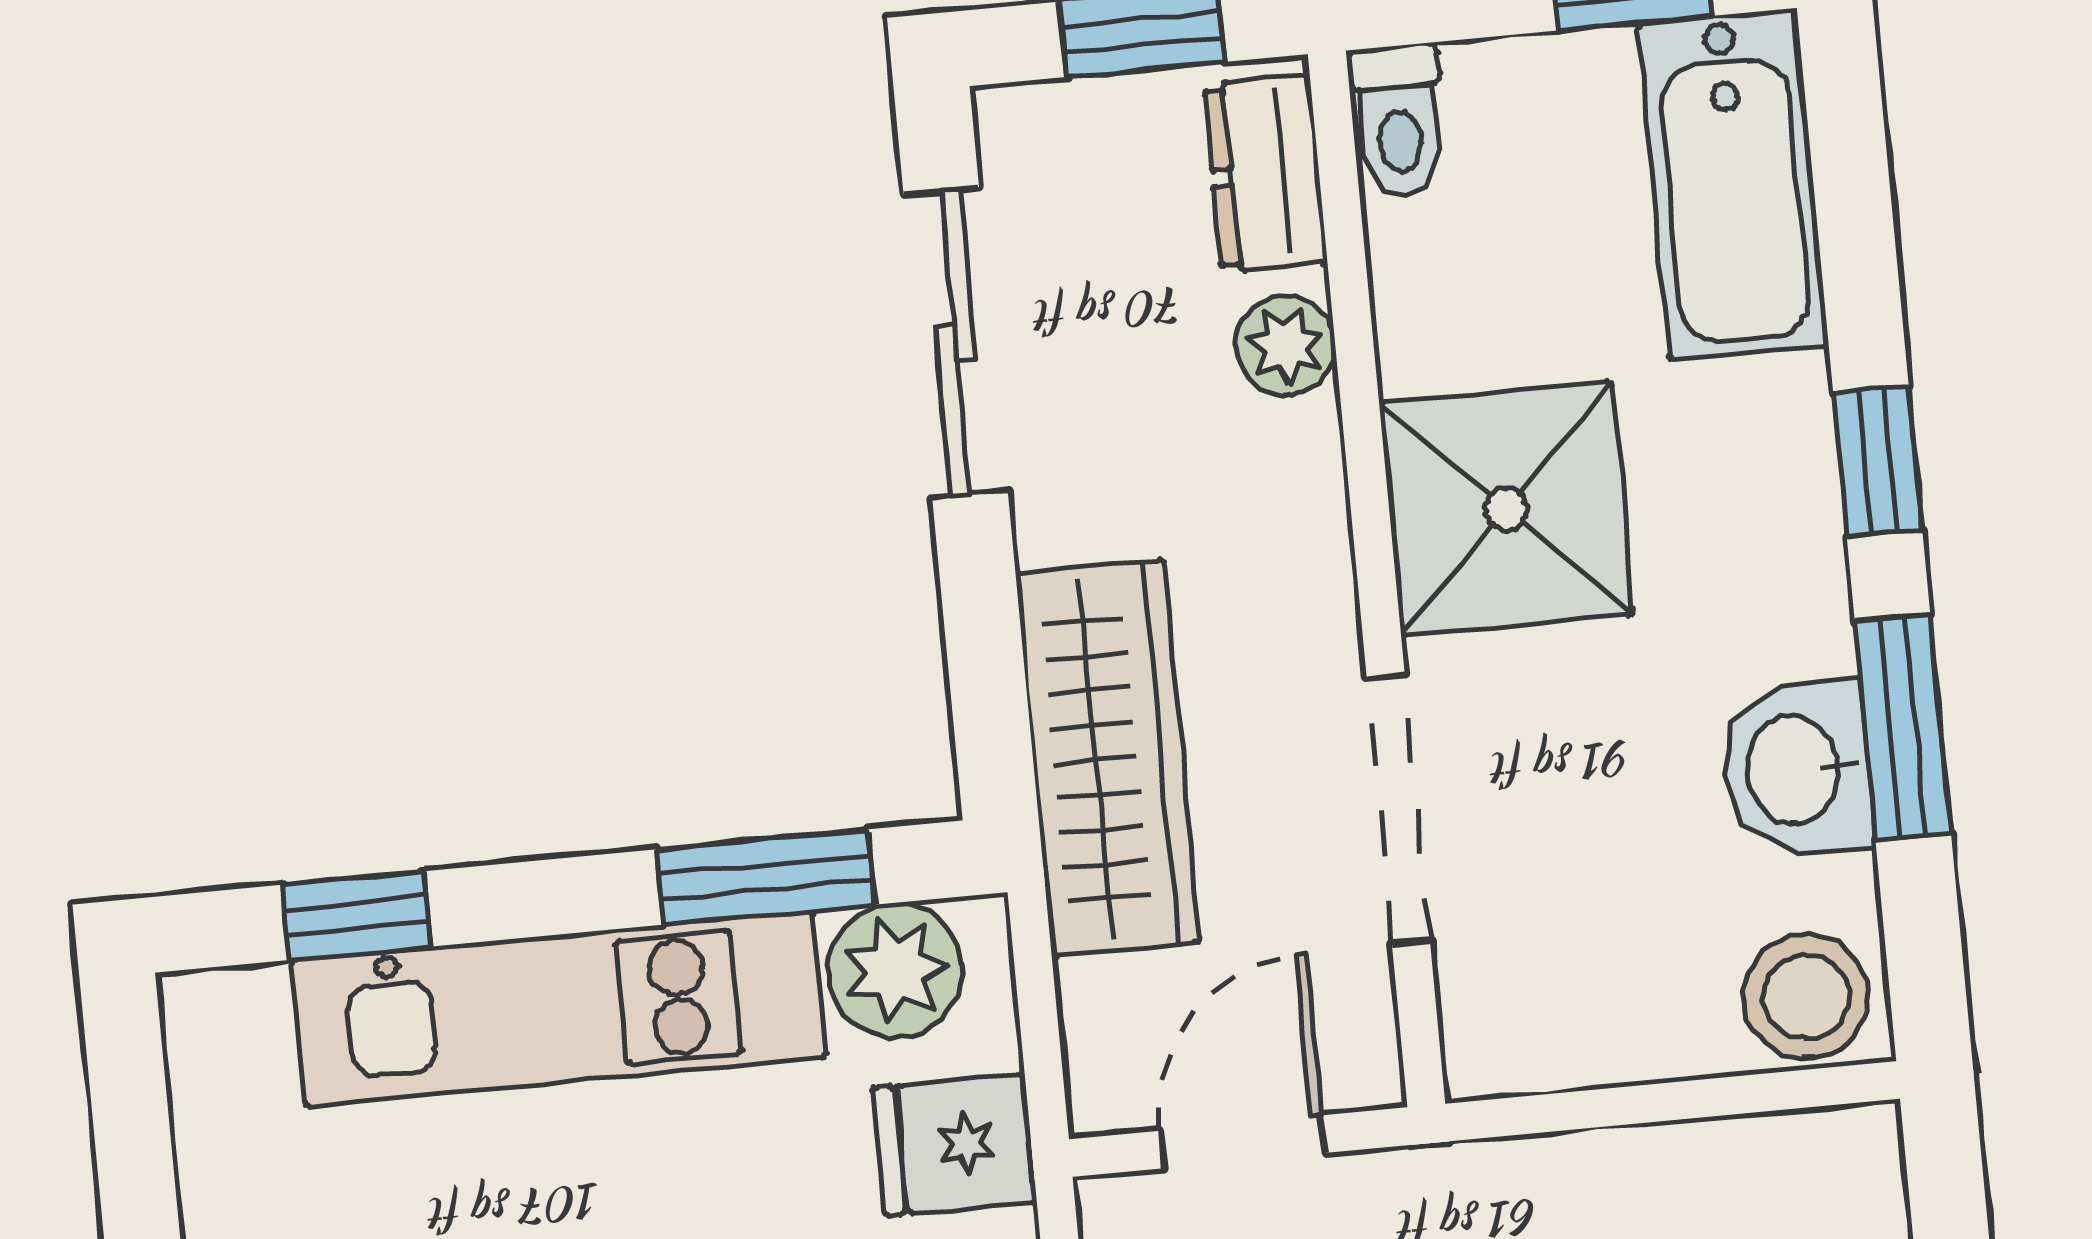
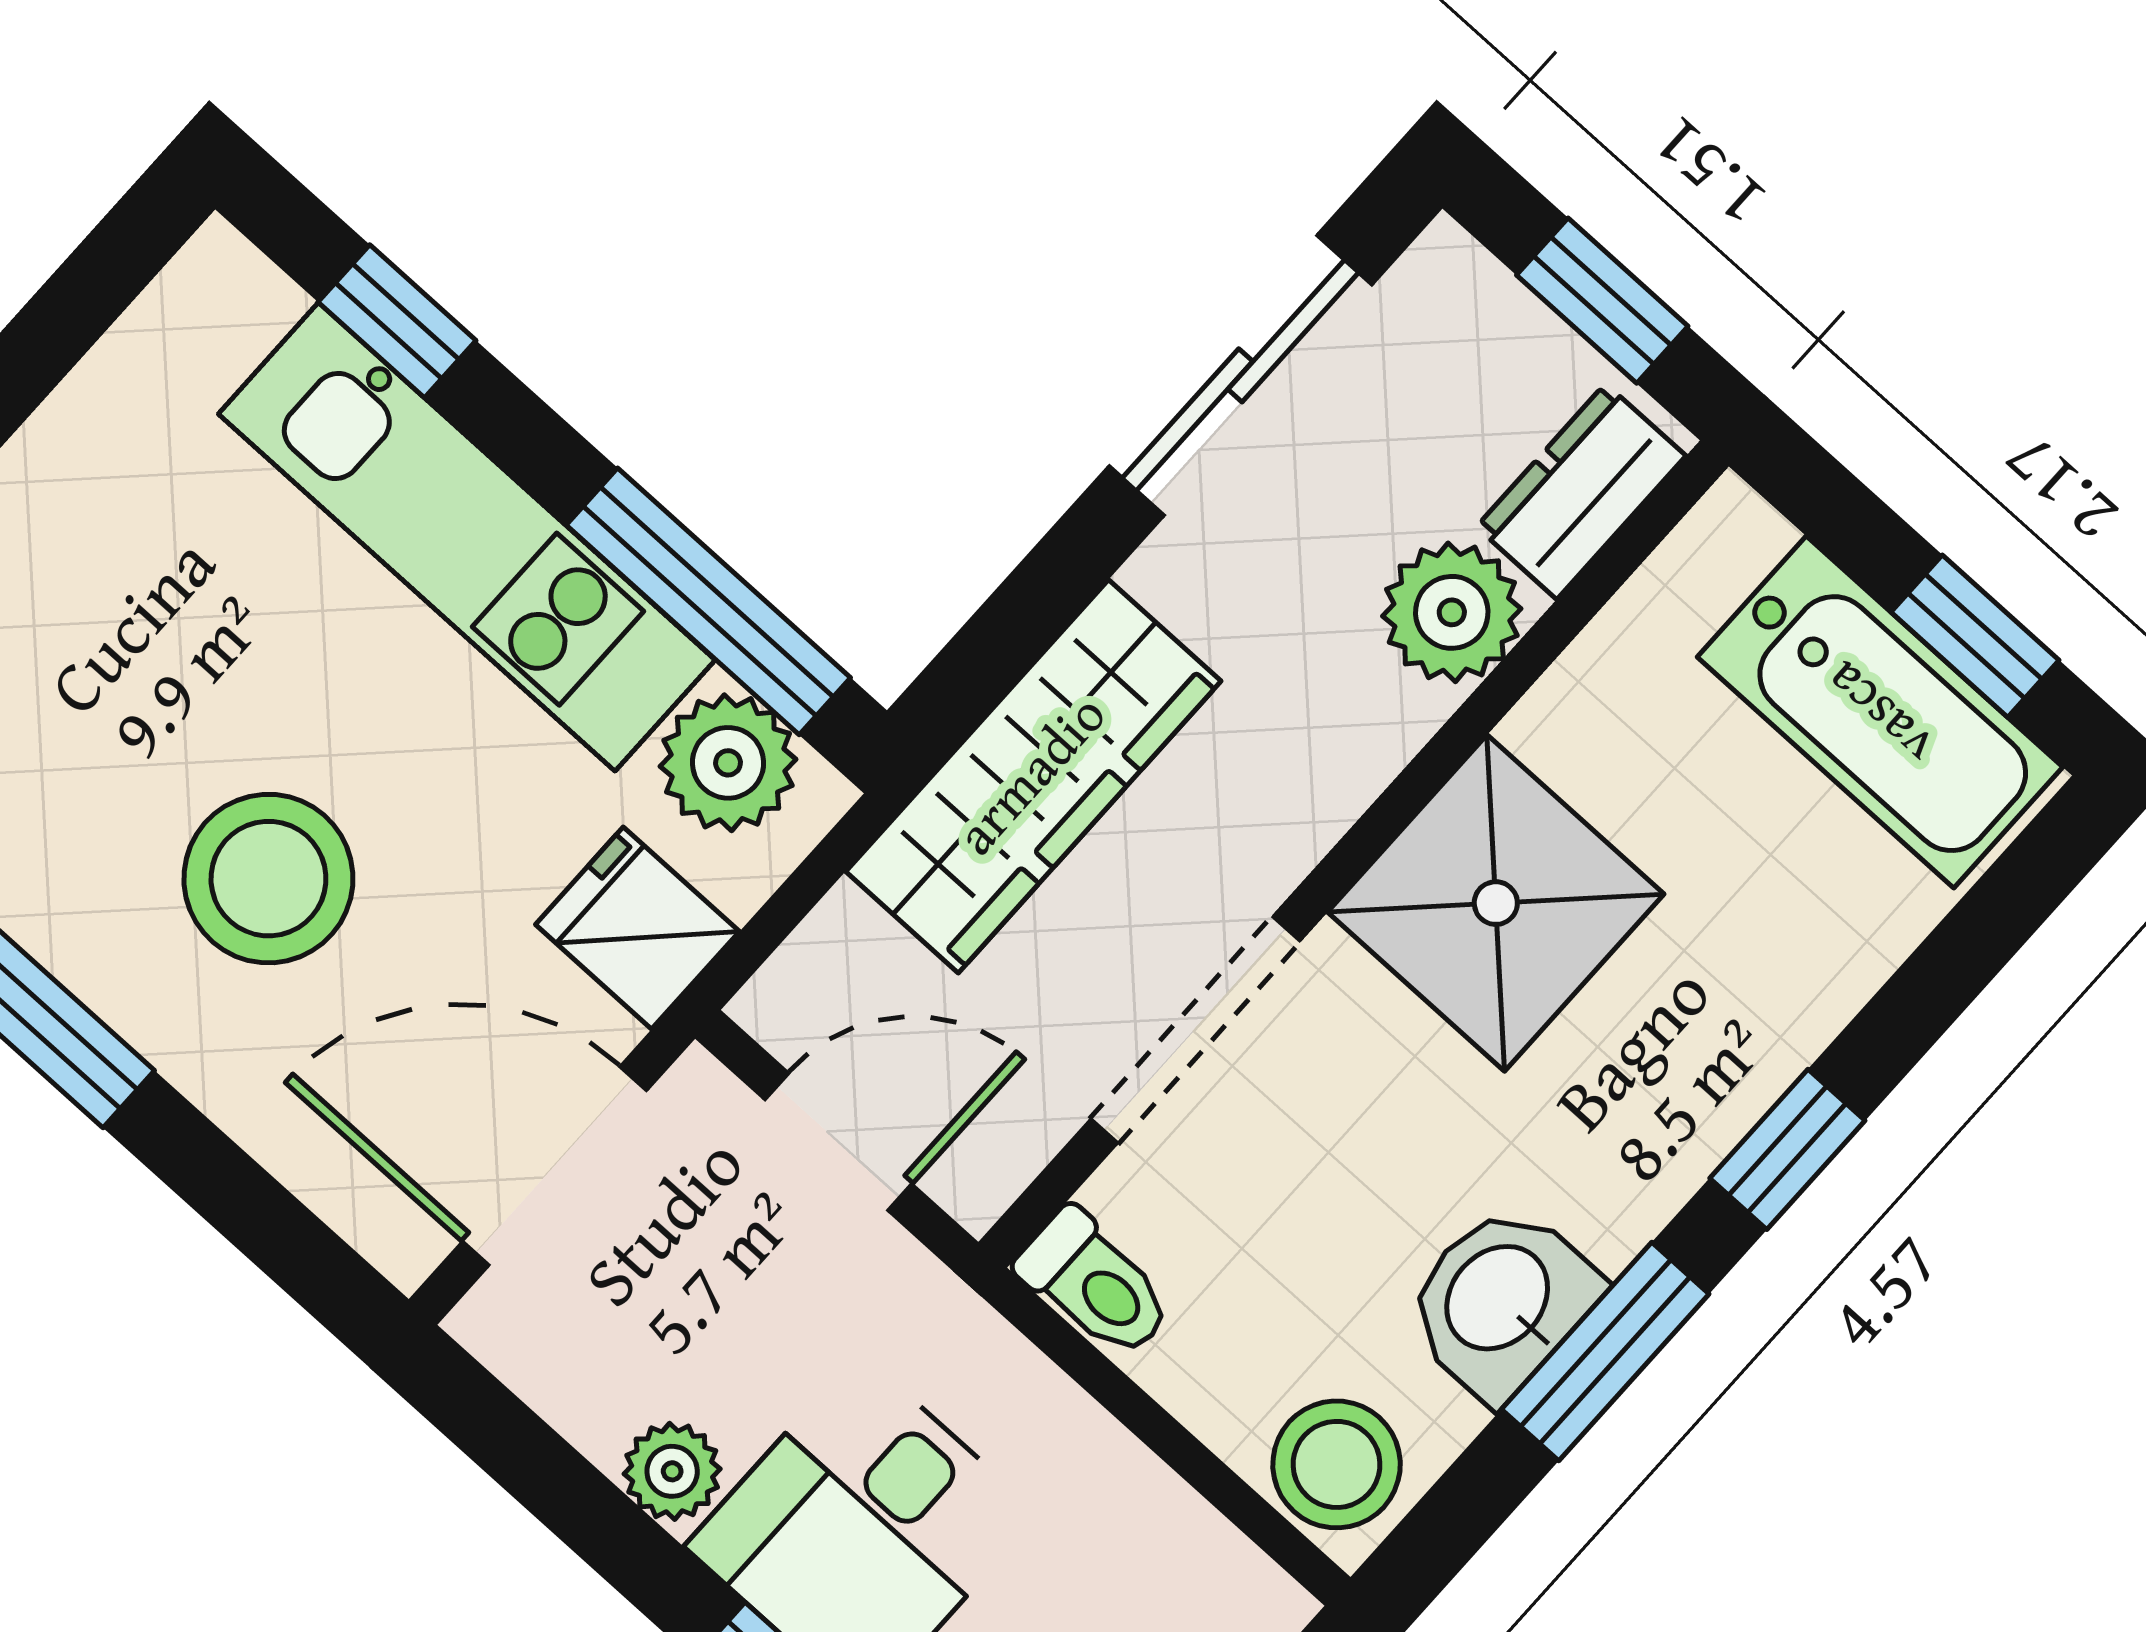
toilet: (1398, 121) -> (1095, 1284), moved, turned -90
bathtub: (1733, 184) -> (1880, 712), moved, turned -90
plant: (1286, 346) -> (1452, 612), width x1.38, depth x1.38
window: (766, 877) -> (708, 601), width x1.44

